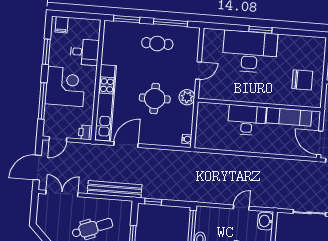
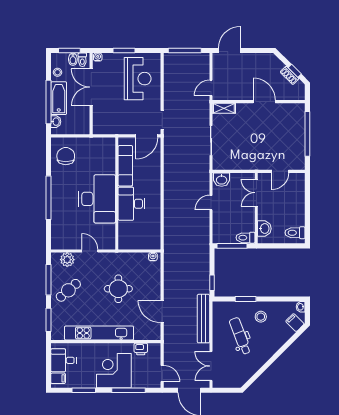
window: (260, 30) -> (48, 198), width x2.11
cafe table: (157, 44) -> (68, 290), turned 49
desk: (85, 52) -> (63, 360), moved, turned -90
desk: (250, 52) -> (97, 199), moved, turned 180
chair: (302, 80) -> (66, 156), moved
plant: (187, 97) -> (67, 260), moved
kitchen unit: (106, 103) -> (99, 333), moved
printer: (86, 132) -> (141, 349), moved
door: (241, 208) -> (211, 203), hinge flipped

